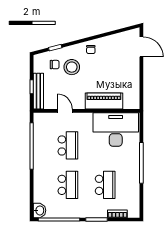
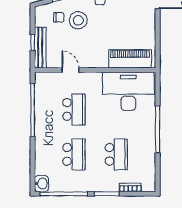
piano: (104, 101) -> (130, 59), moved

